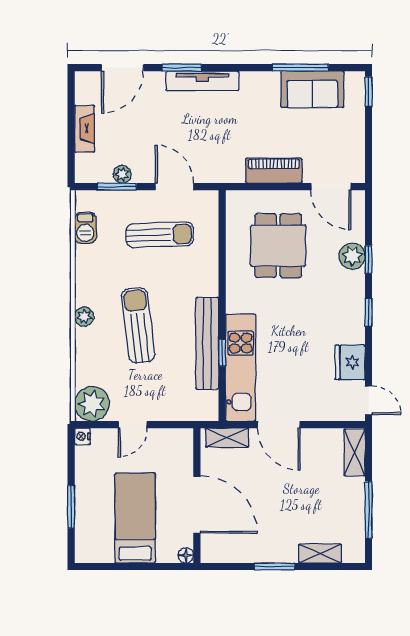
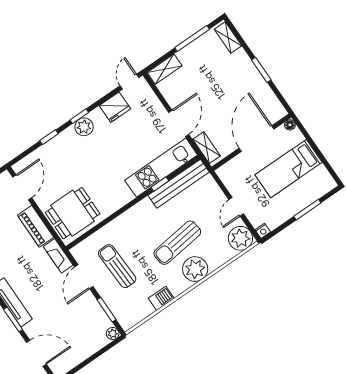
fireplace: (85, 129) -> (58, 256), moved, turned -90
plant: (122, 174) -> (113, 334), moved
barbecue: (85, 228) -> (161, 298), moved
dining table: (278, 246) -> (73, 213), moved
plant: (352, 256) -> (84, 127), moved
plant: (84, 317) -> (195, 269), width x1.88, depth x1.88
bench: (207, 343) -> (179, 184), moved
door: (133, 425) -> (236, 207), swing flipped
shelving: (320, 553) -> (228, 38), moved

